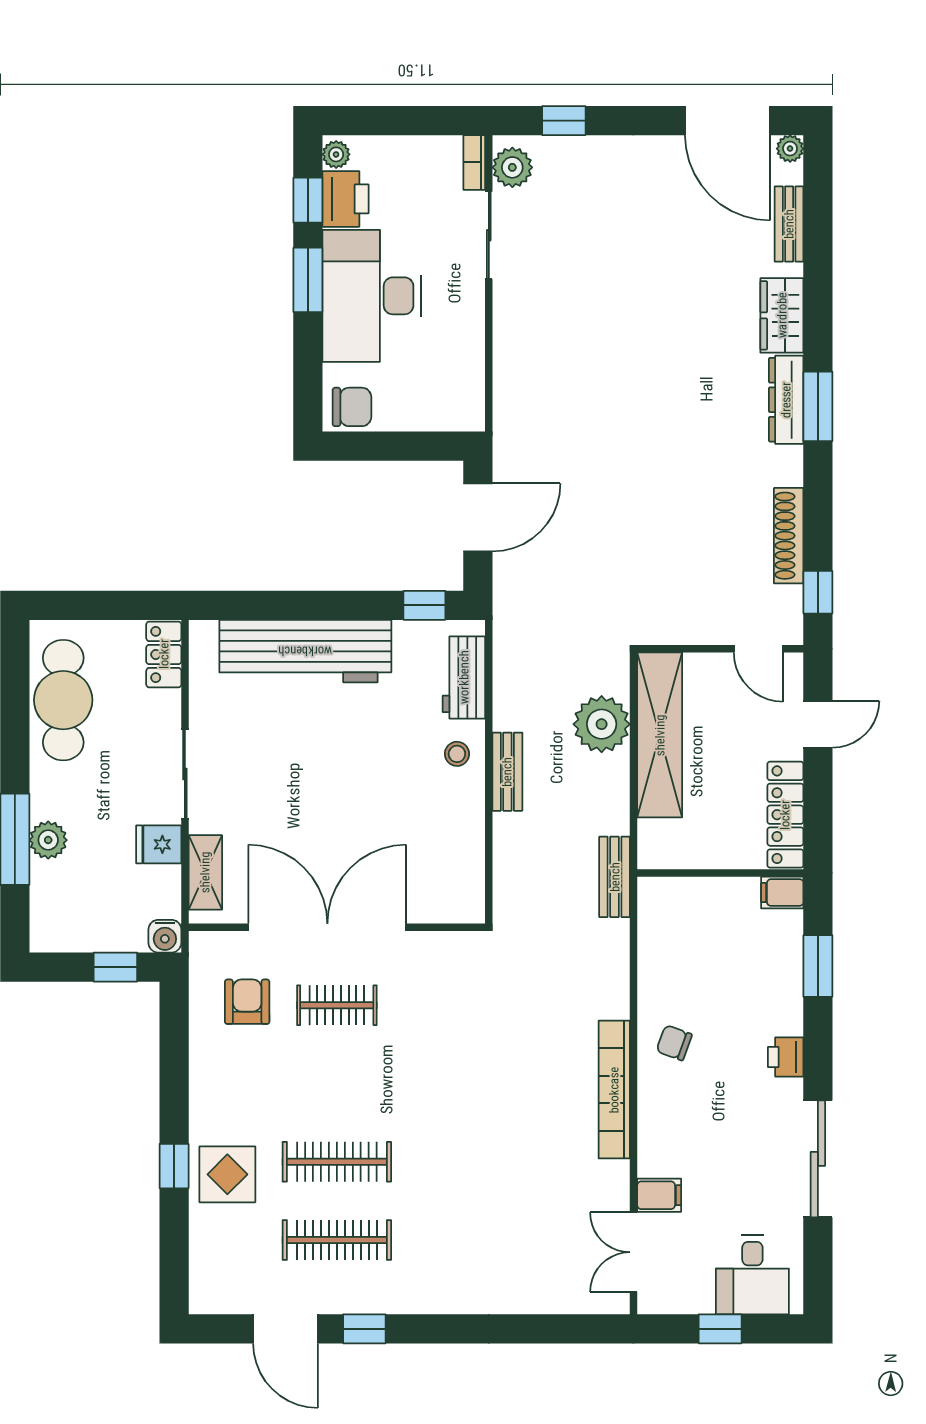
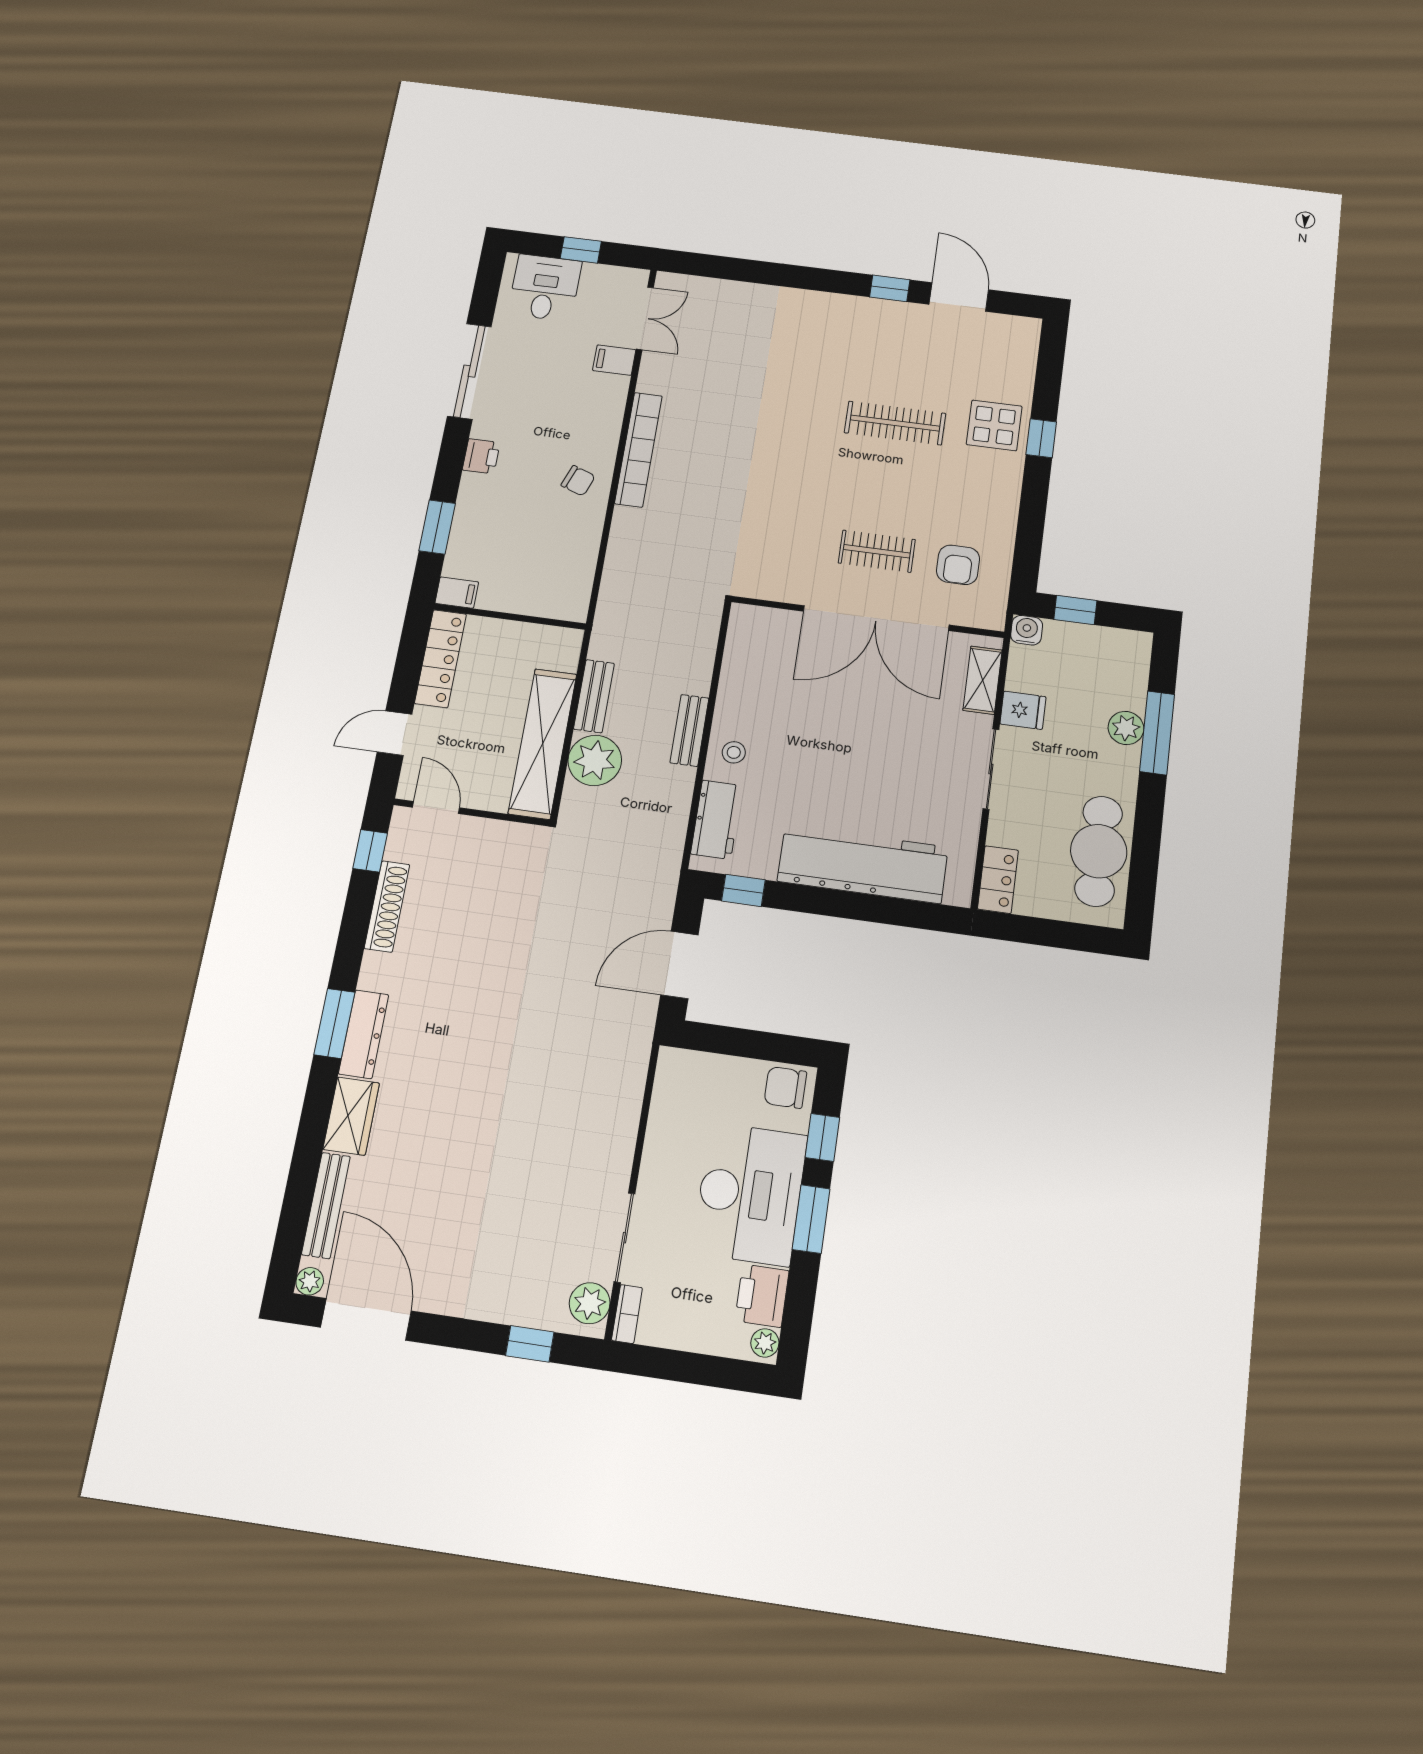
window: (308, 200) -> (822, 1137), moved
bench: (789, 224) -> (326, 1205), width x1.36
bench: (615, 877) -> (594, 696), moved
clothes rail: (337, 1240) -> (904, 361), removed

